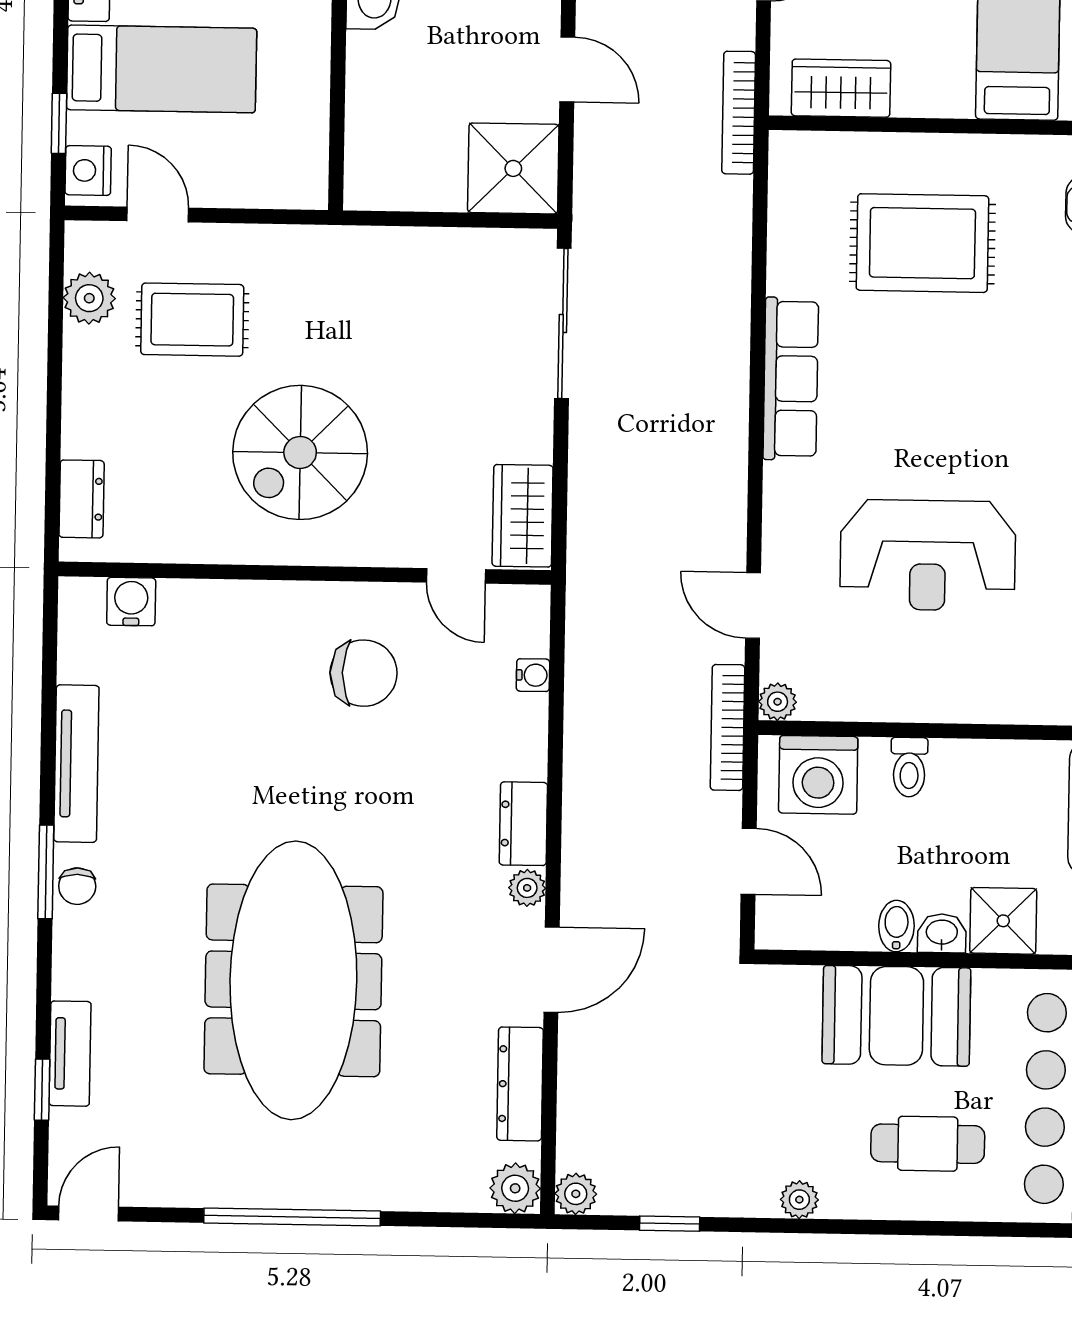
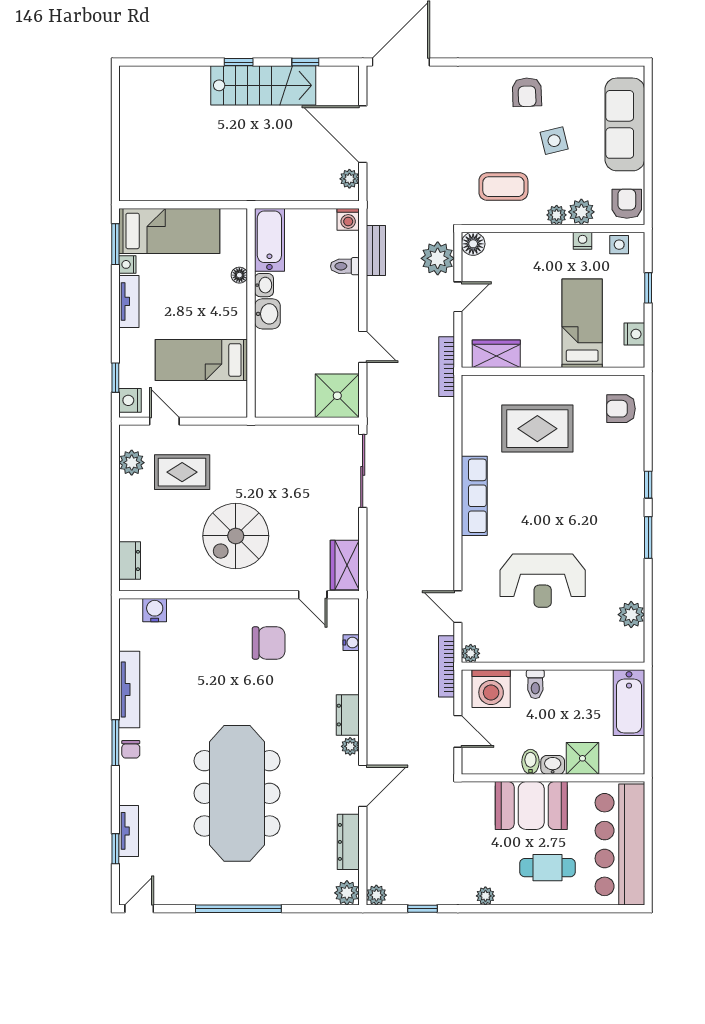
bed: (162, 69) -> (201, 360), moved, turned 180

